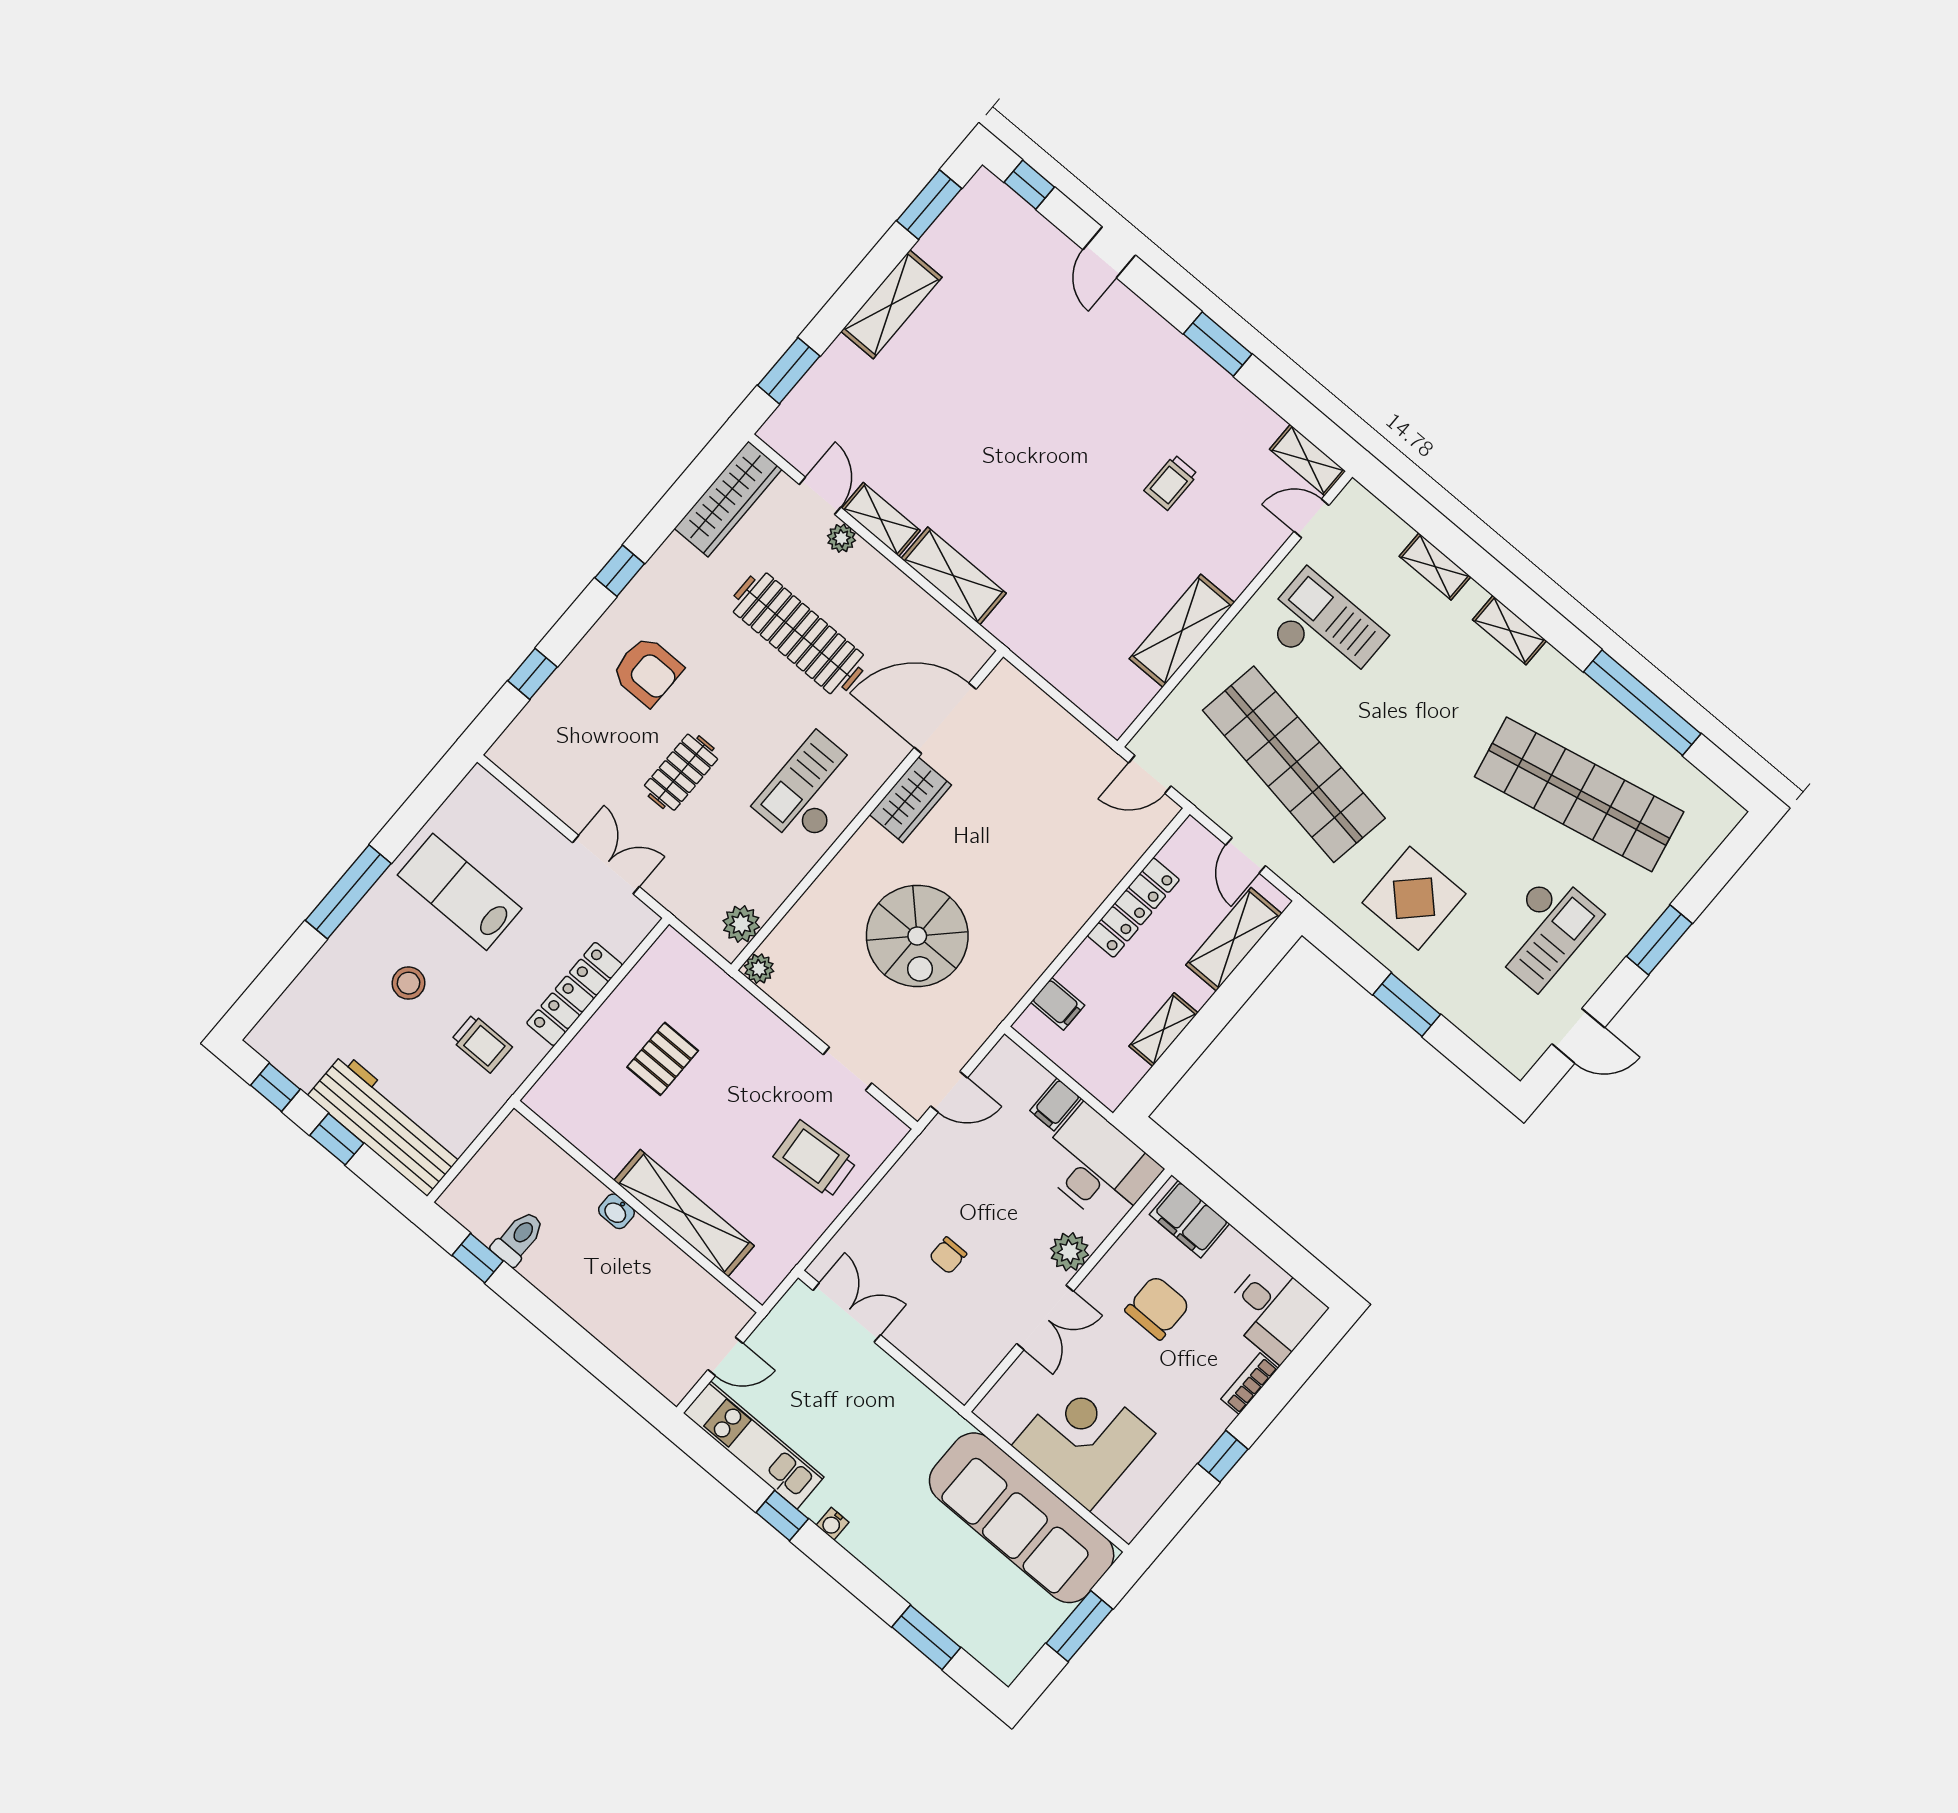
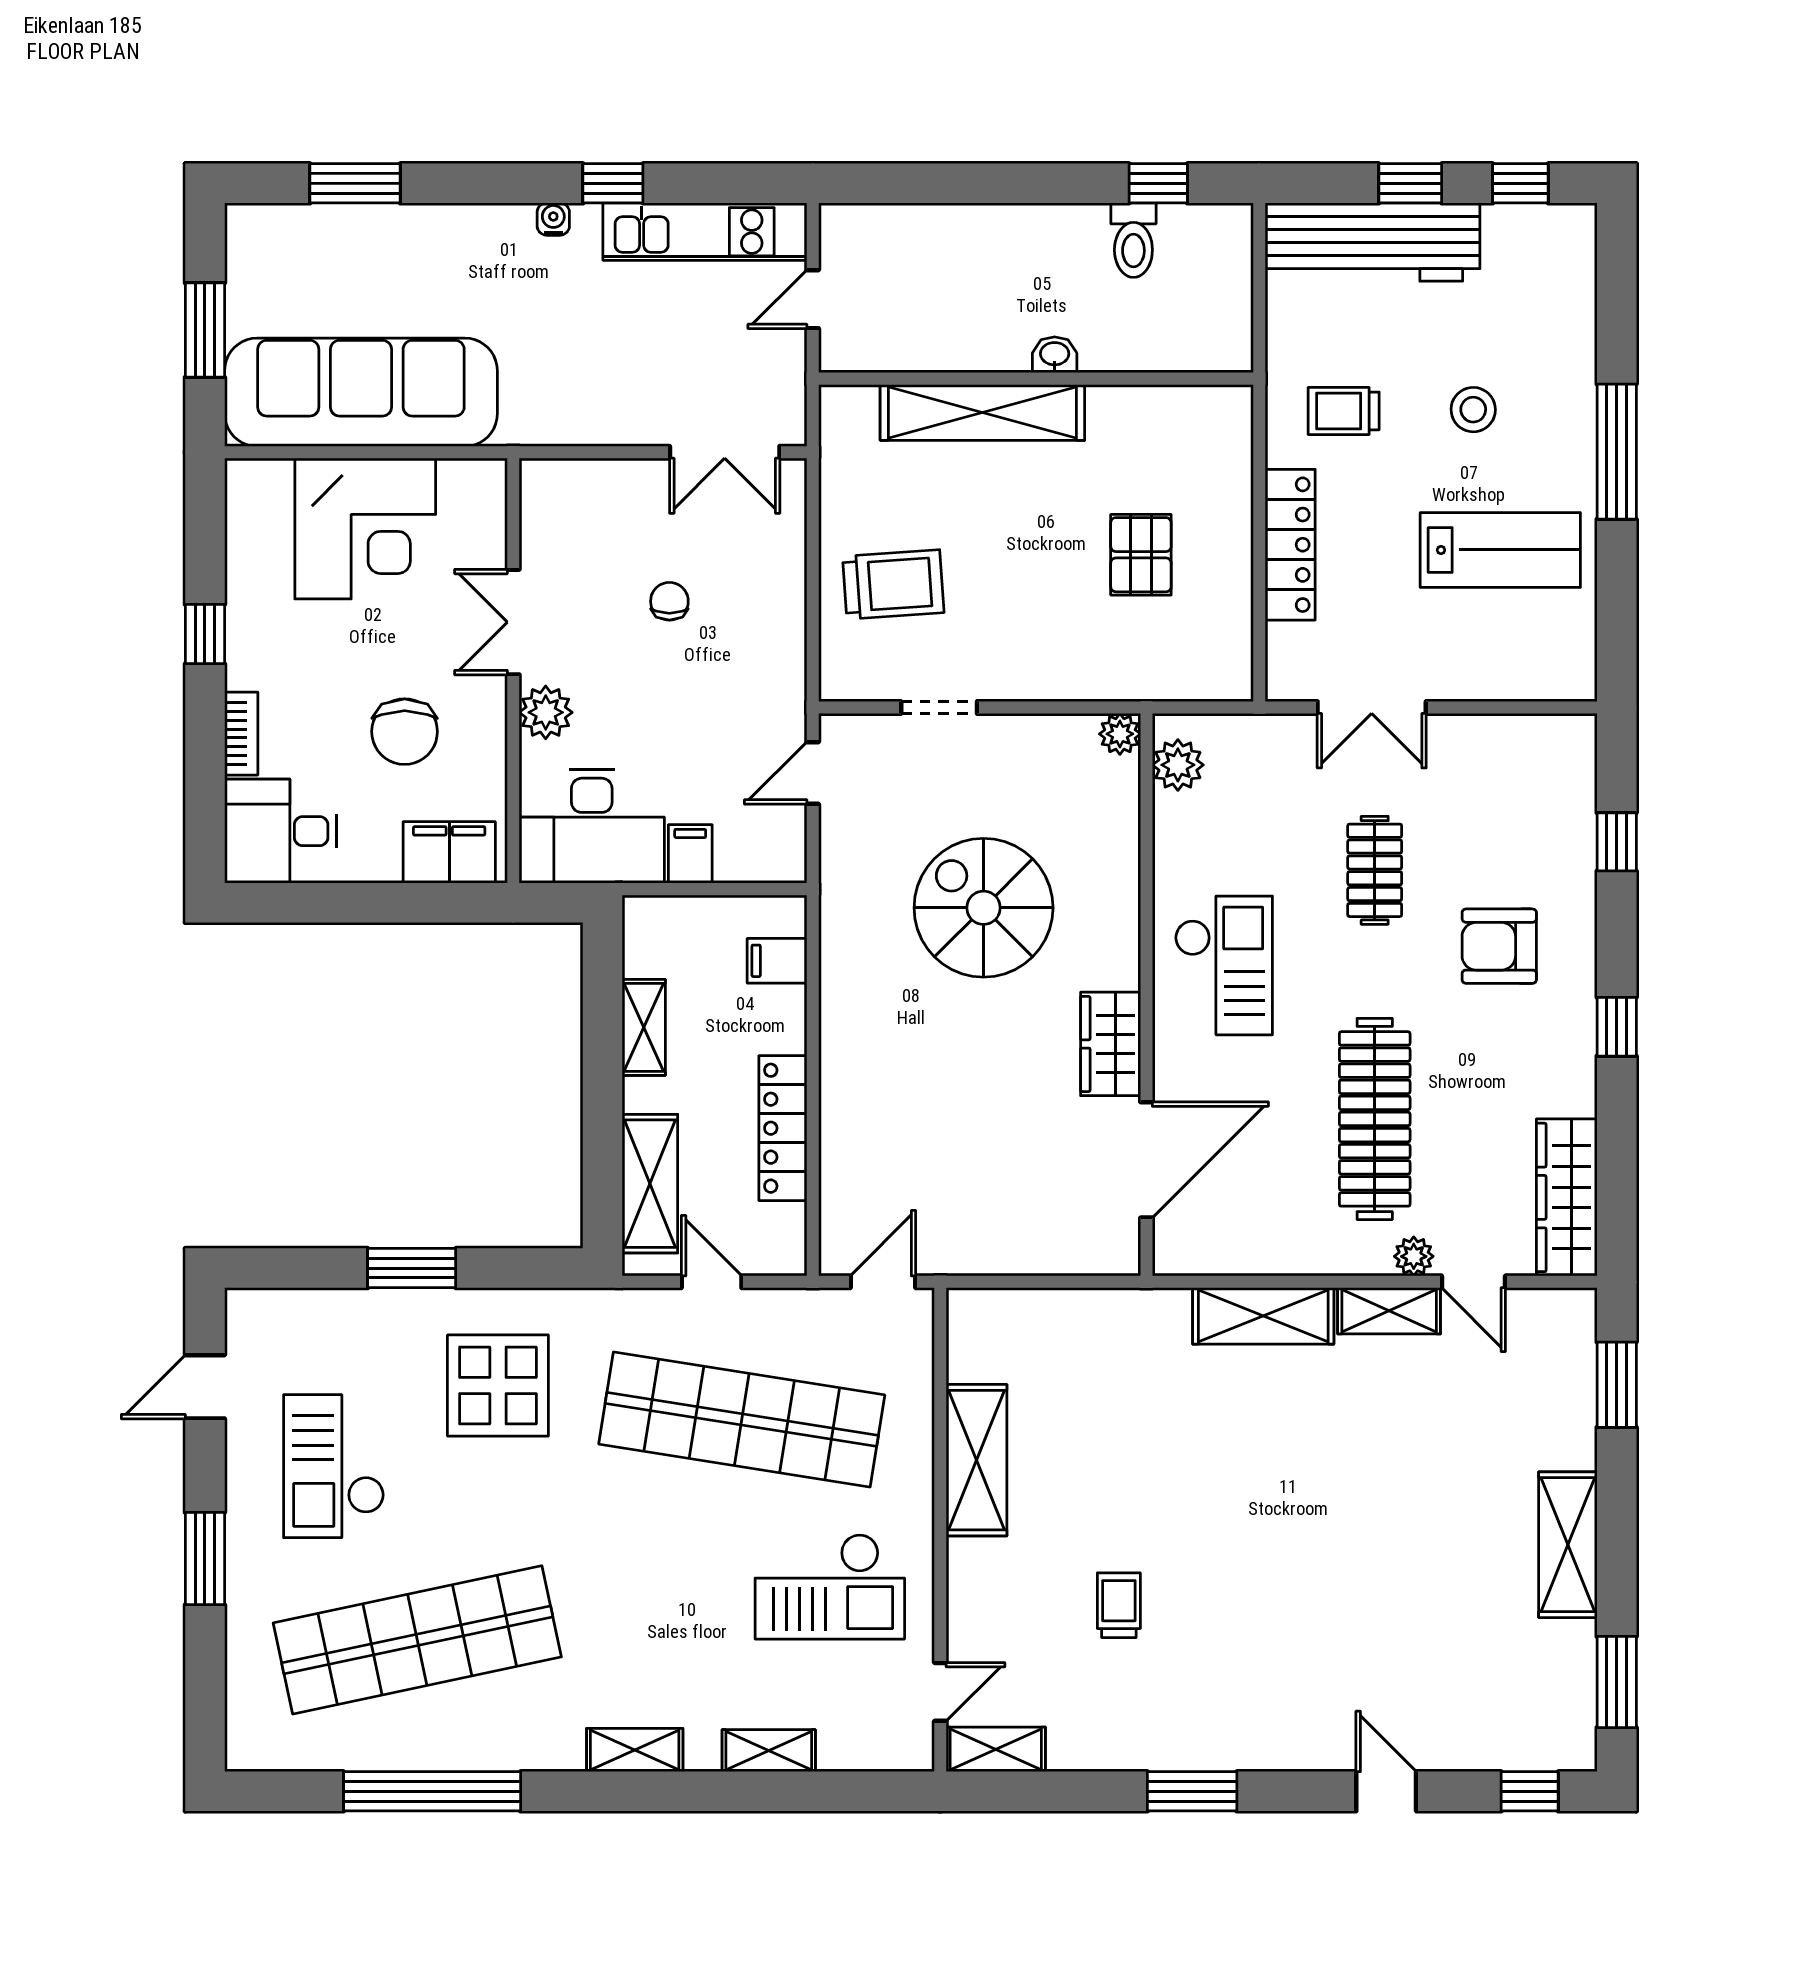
clothes rail: (798, 633) -> (1375, 1119), turned 90

